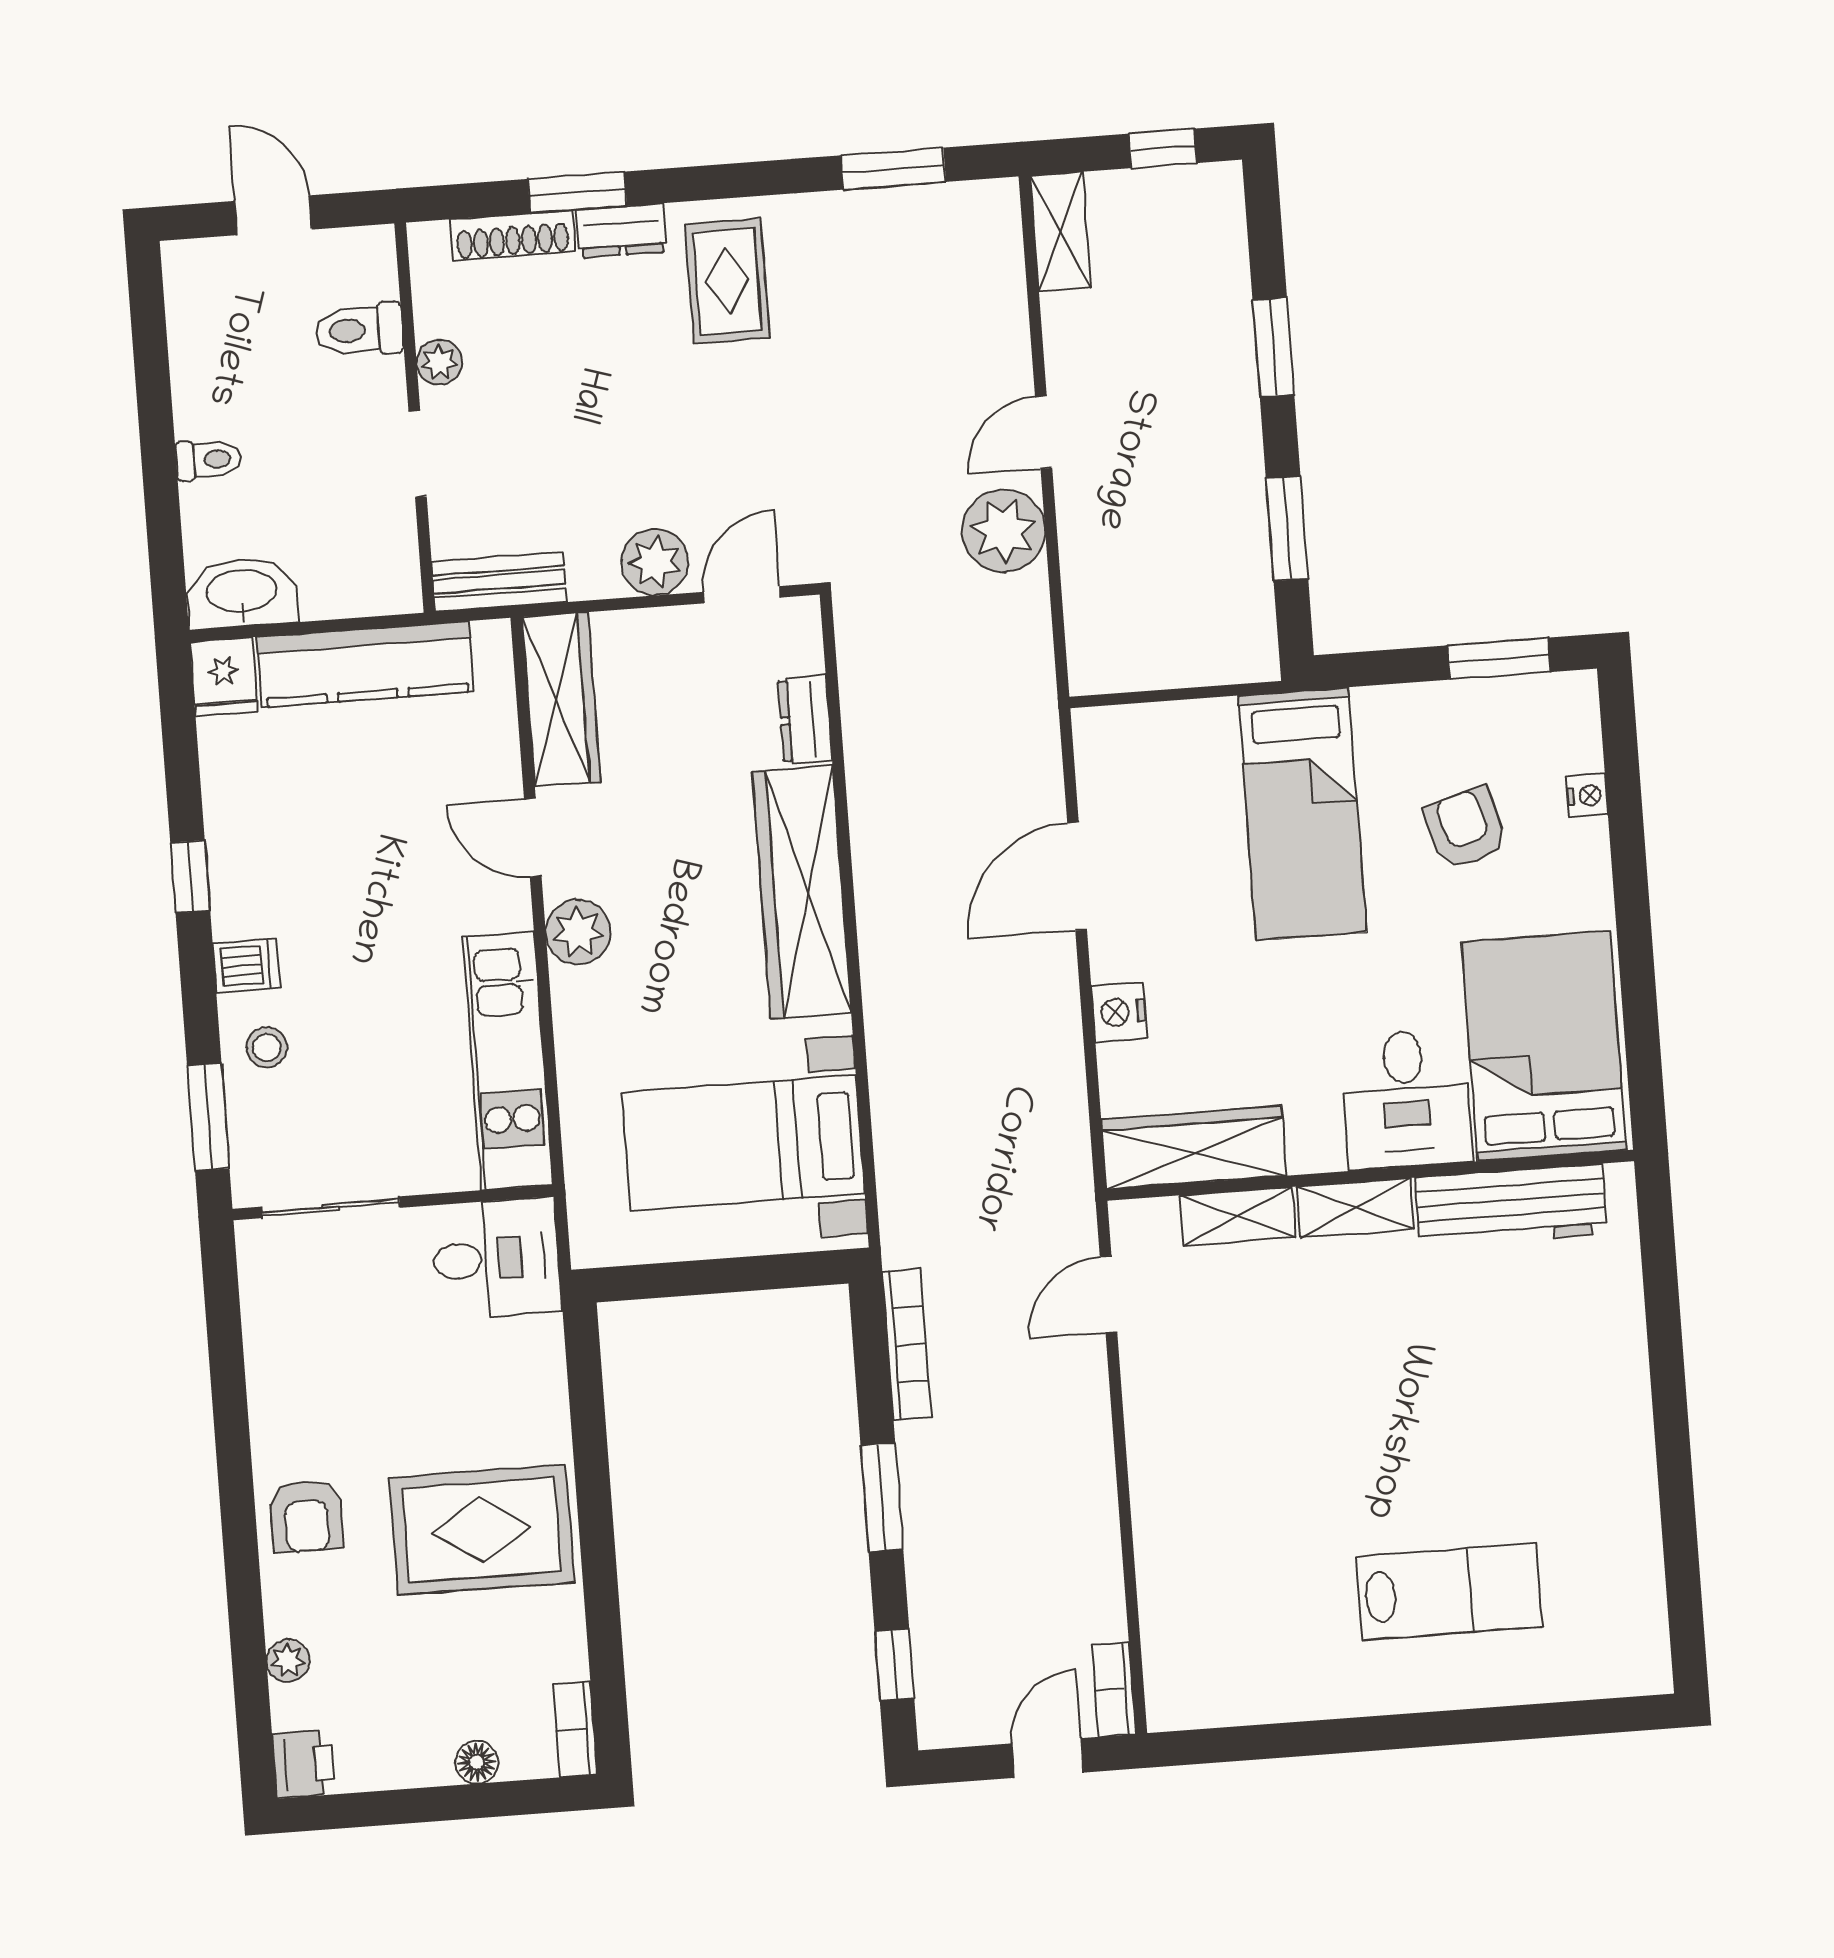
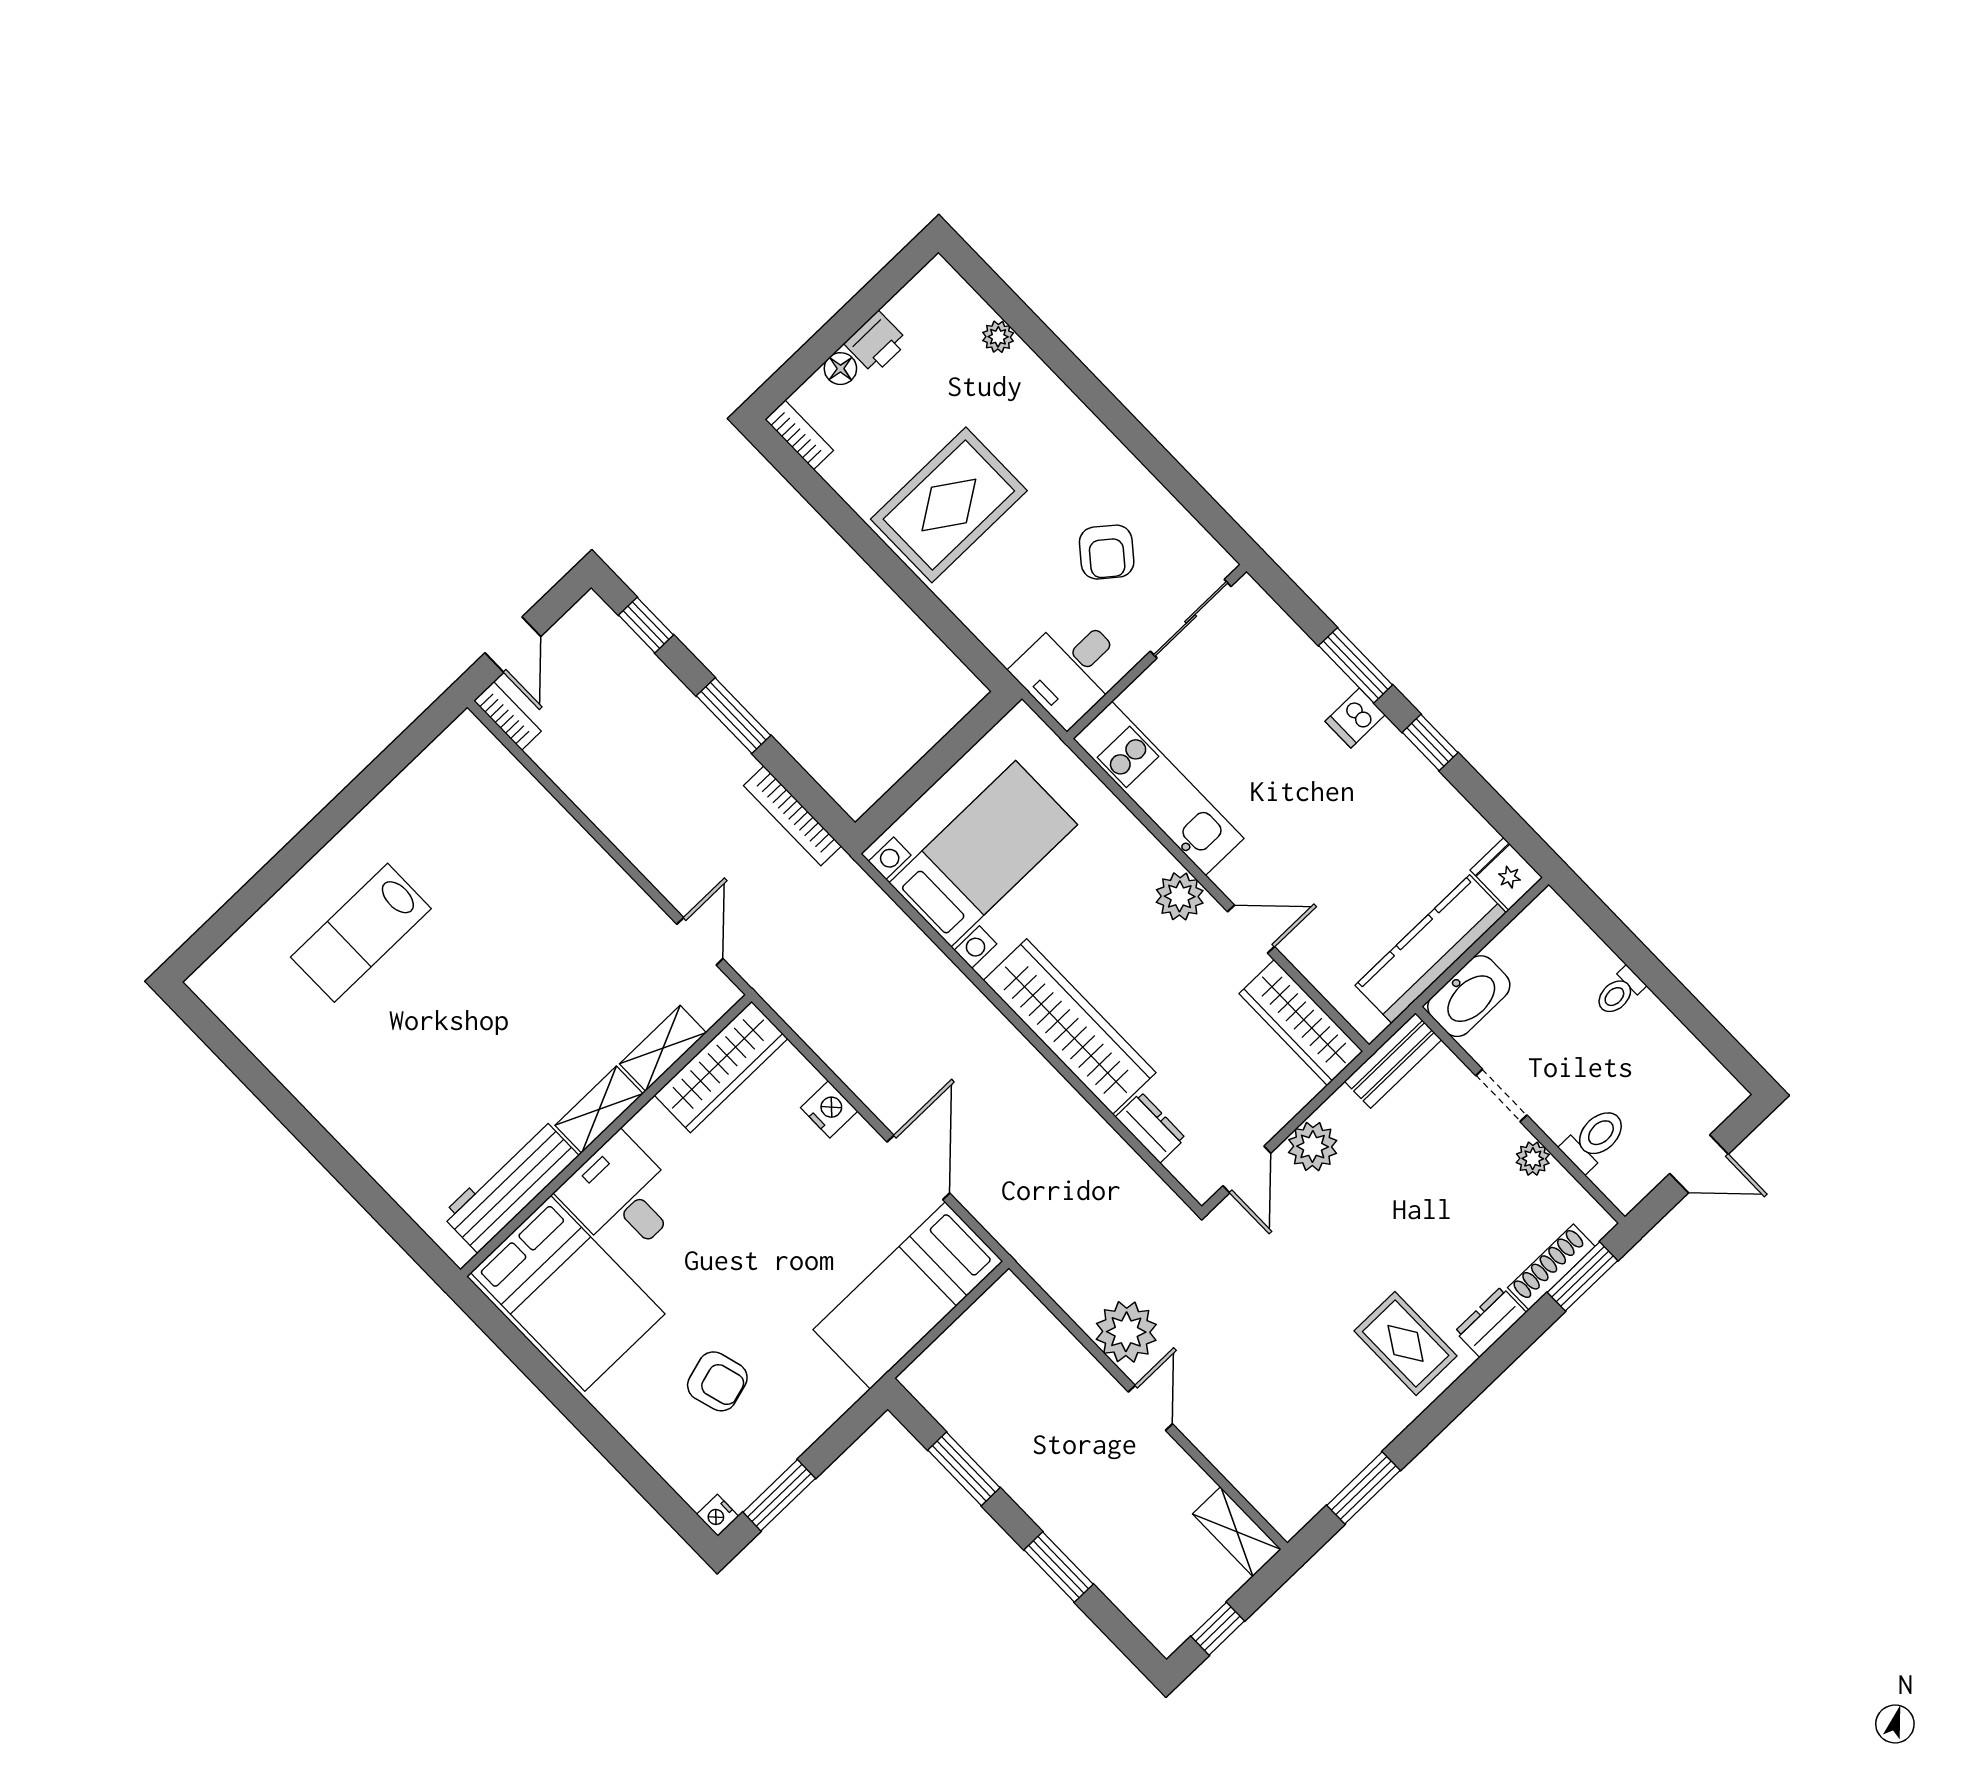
window: (577, 192) -> (1583, 1276), moved
washbasin: (242, 593) -> (1469, 996), moved
nightstand: (1587, 795) -> (718, 1515), moved
bed: (1302, 814) -> (908, 1295), moved, turned -90
stool: (267, 1047) -> (1304, 681), removed
window: (208, 1117) -> (1356, 665), moved
armchair: (306, 1516) -> (1107, 552), moved, turned -141
printer: (304, 1764) -> (876, 343), moved, turned -90

